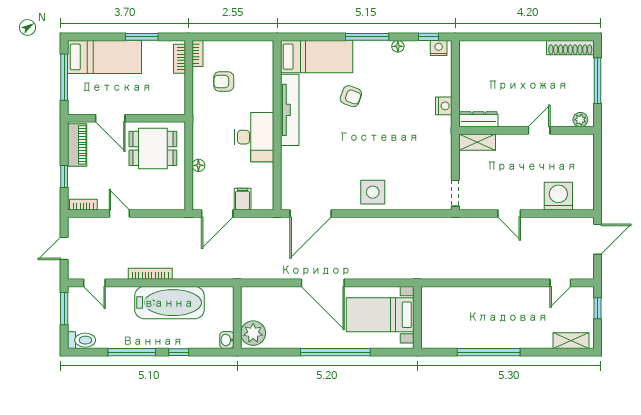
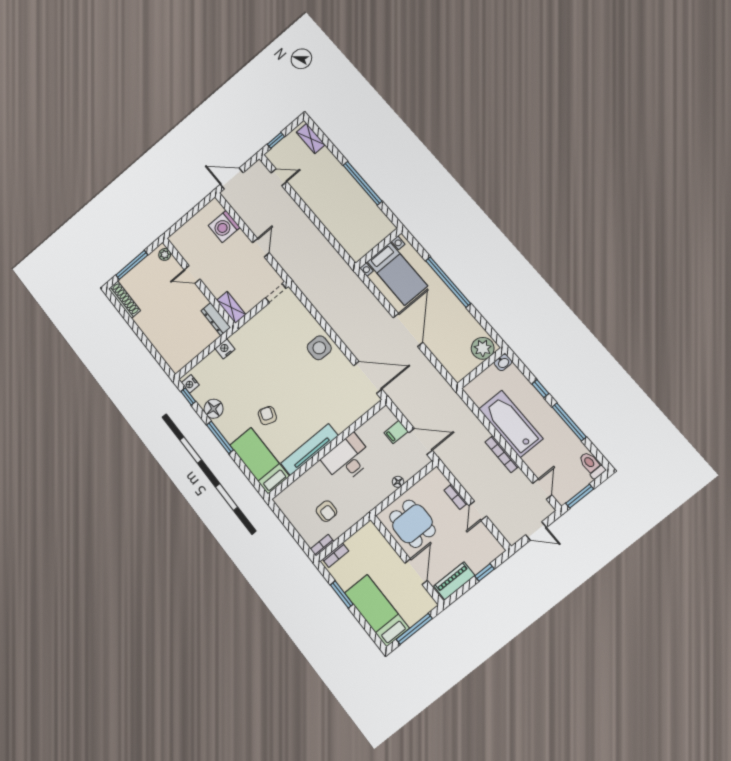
floor lamp: (398, 46) -> (214, 409), width x1.89, depth x1.89
bookcase: (83, 205) -> (456, 497), moved

